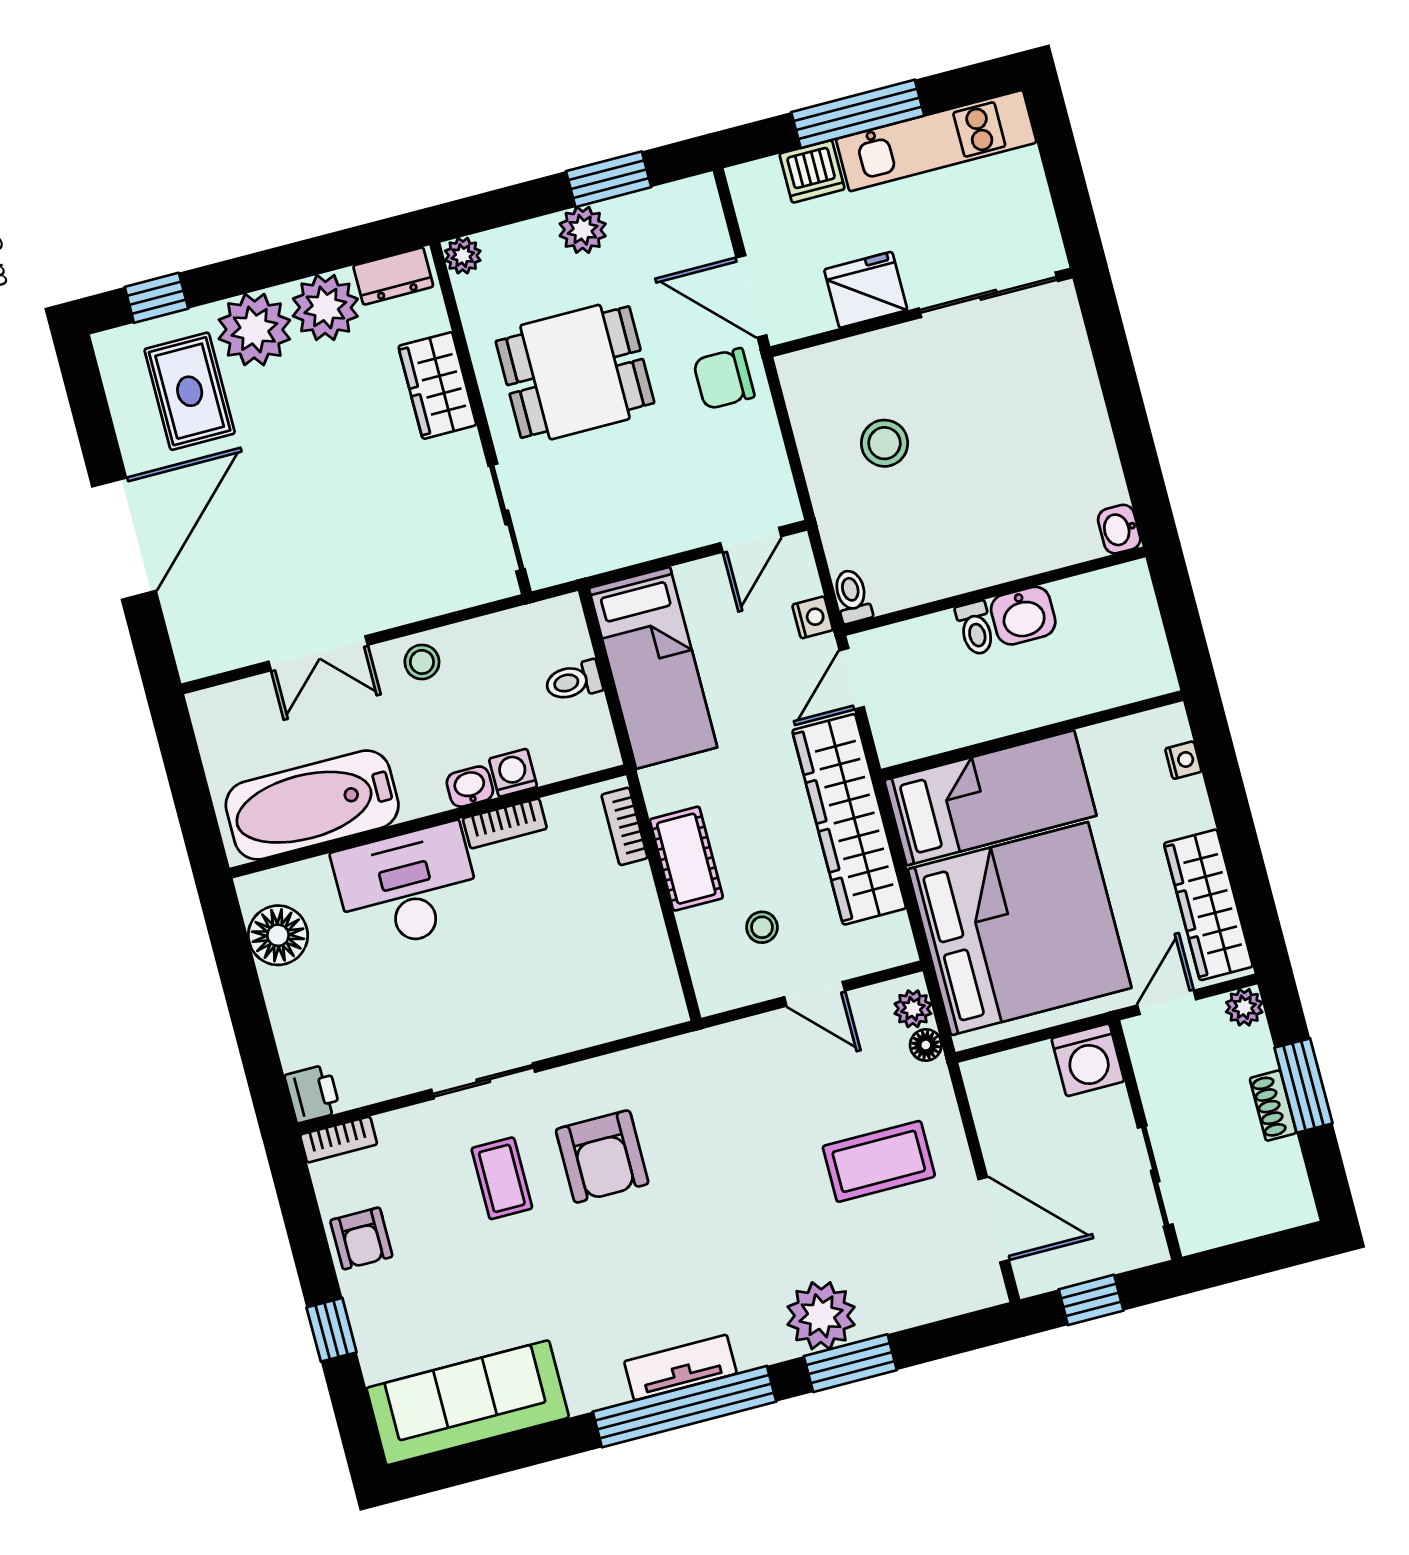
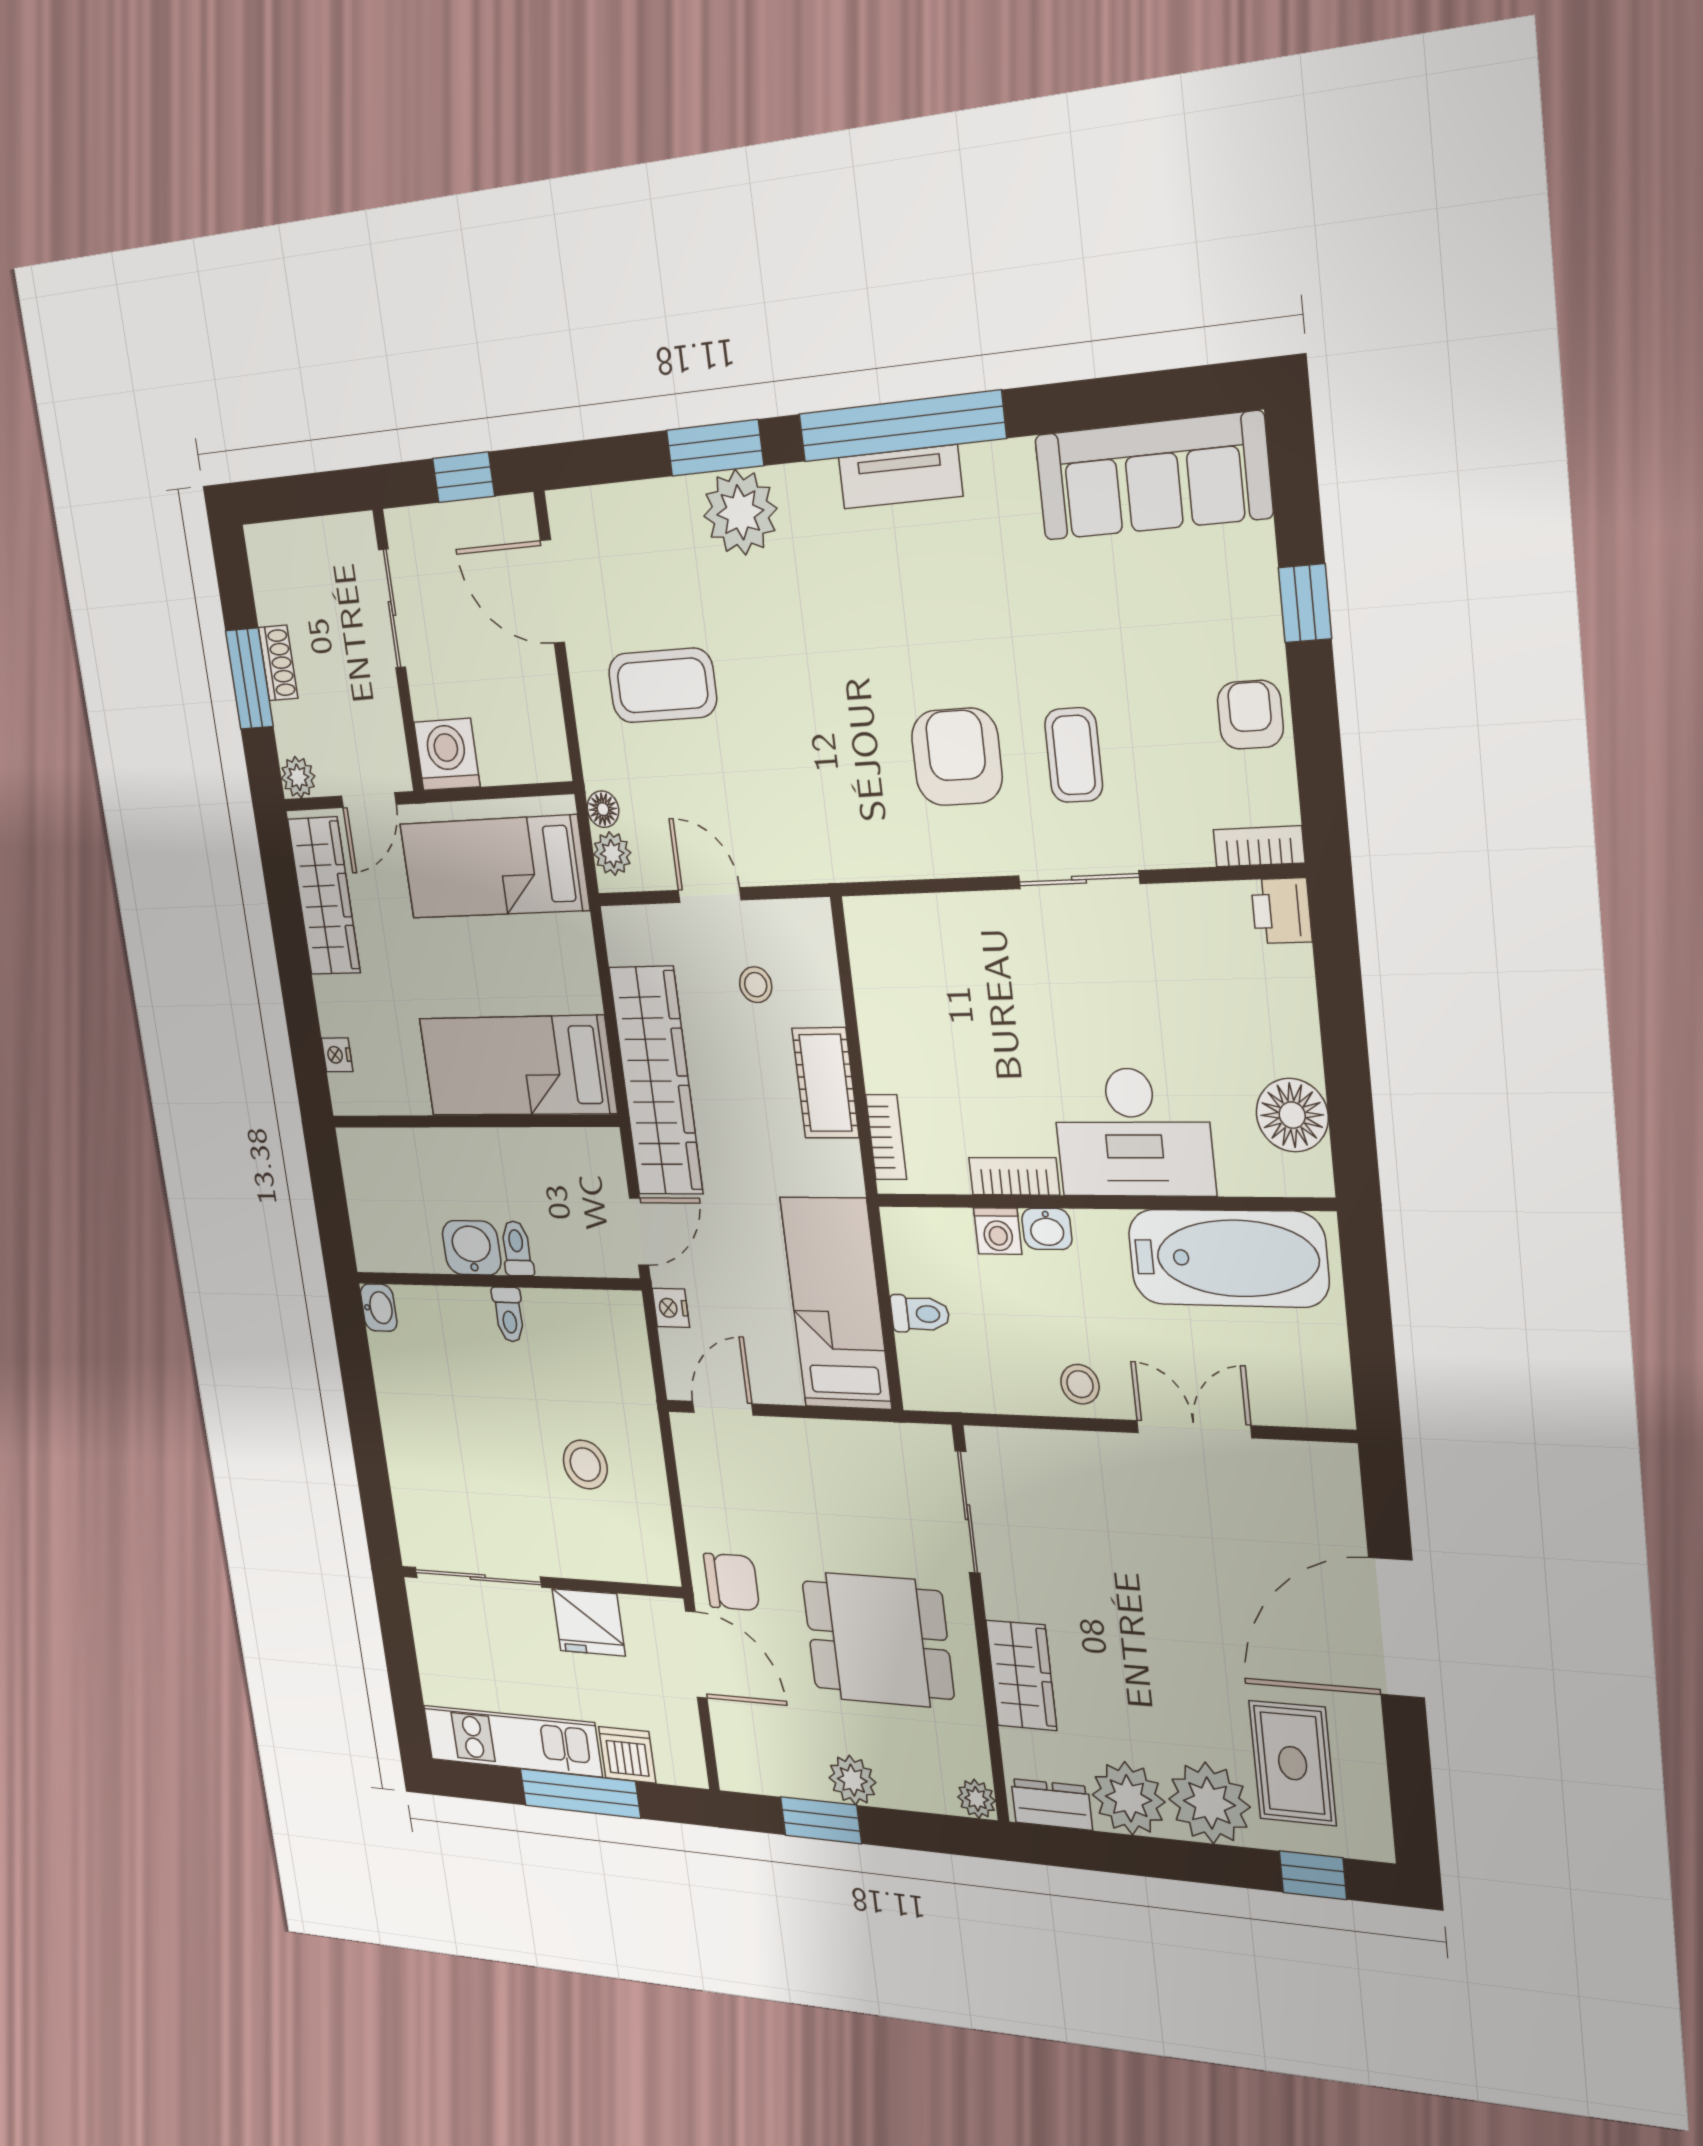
toilet: (852, 596) -> (509, 1314), moved
bed: (1020, 929) -> (494, 867), width x0.49

